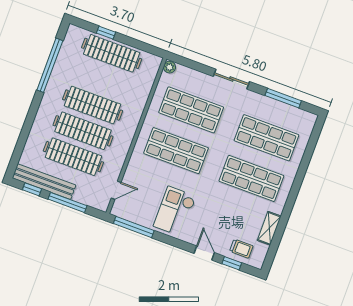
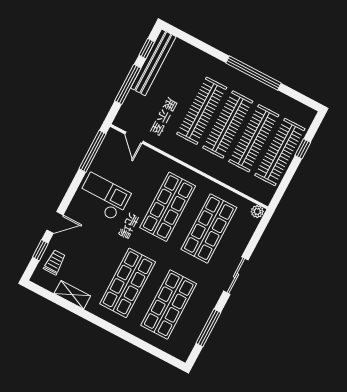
window: (50, 65) -> (254, 73), moved
clothes rail: (73, 157) -> (254, 138), moved
trolley: (241, 249) -> (55, 262), turned 180

